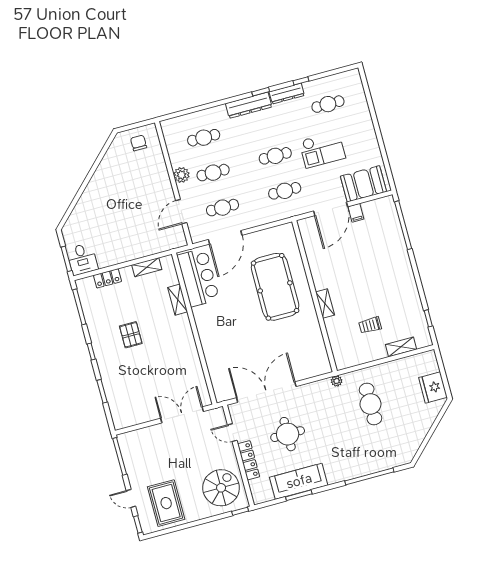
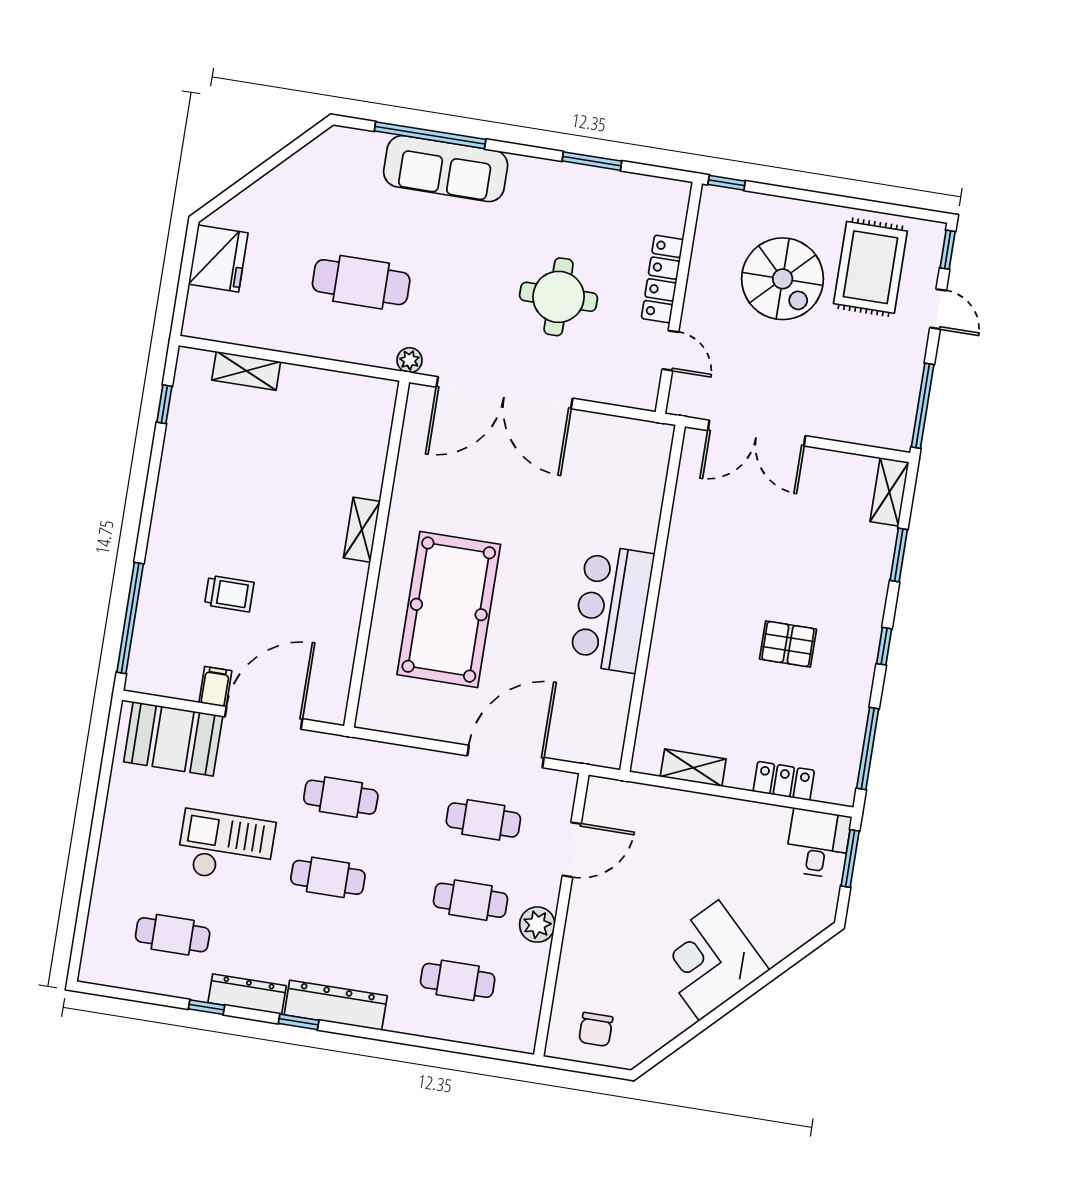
corner desk: (105, 192) -> (709, 960), added
bar counter: (198, 277) -> (612, 609), moved
shelving: (178, 300) -> (889, 492), moved
trolley: (370, 325) -> (229, 594), moved
pallet: (131, 335) -> (788, 644), turned 90
double door: (266, 392) -> (505, 393), moved
cafe table: (370, 404) -> (361, 282), turned 90
sofa: (299, 481) -> (446, 169), moved
spiral stairs: (221, 488) -> (783, 279), moved, turned -90

